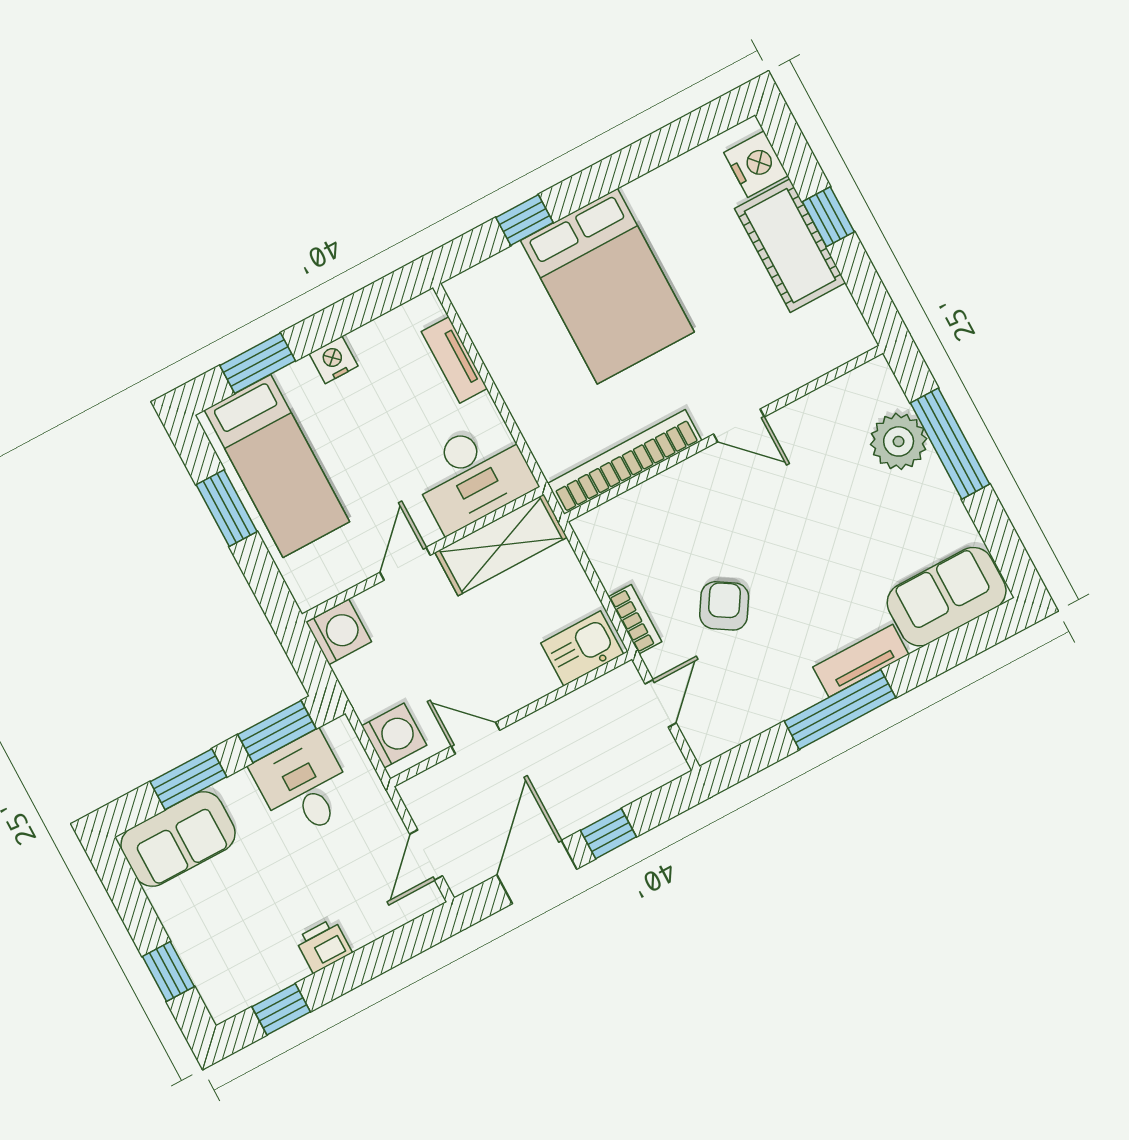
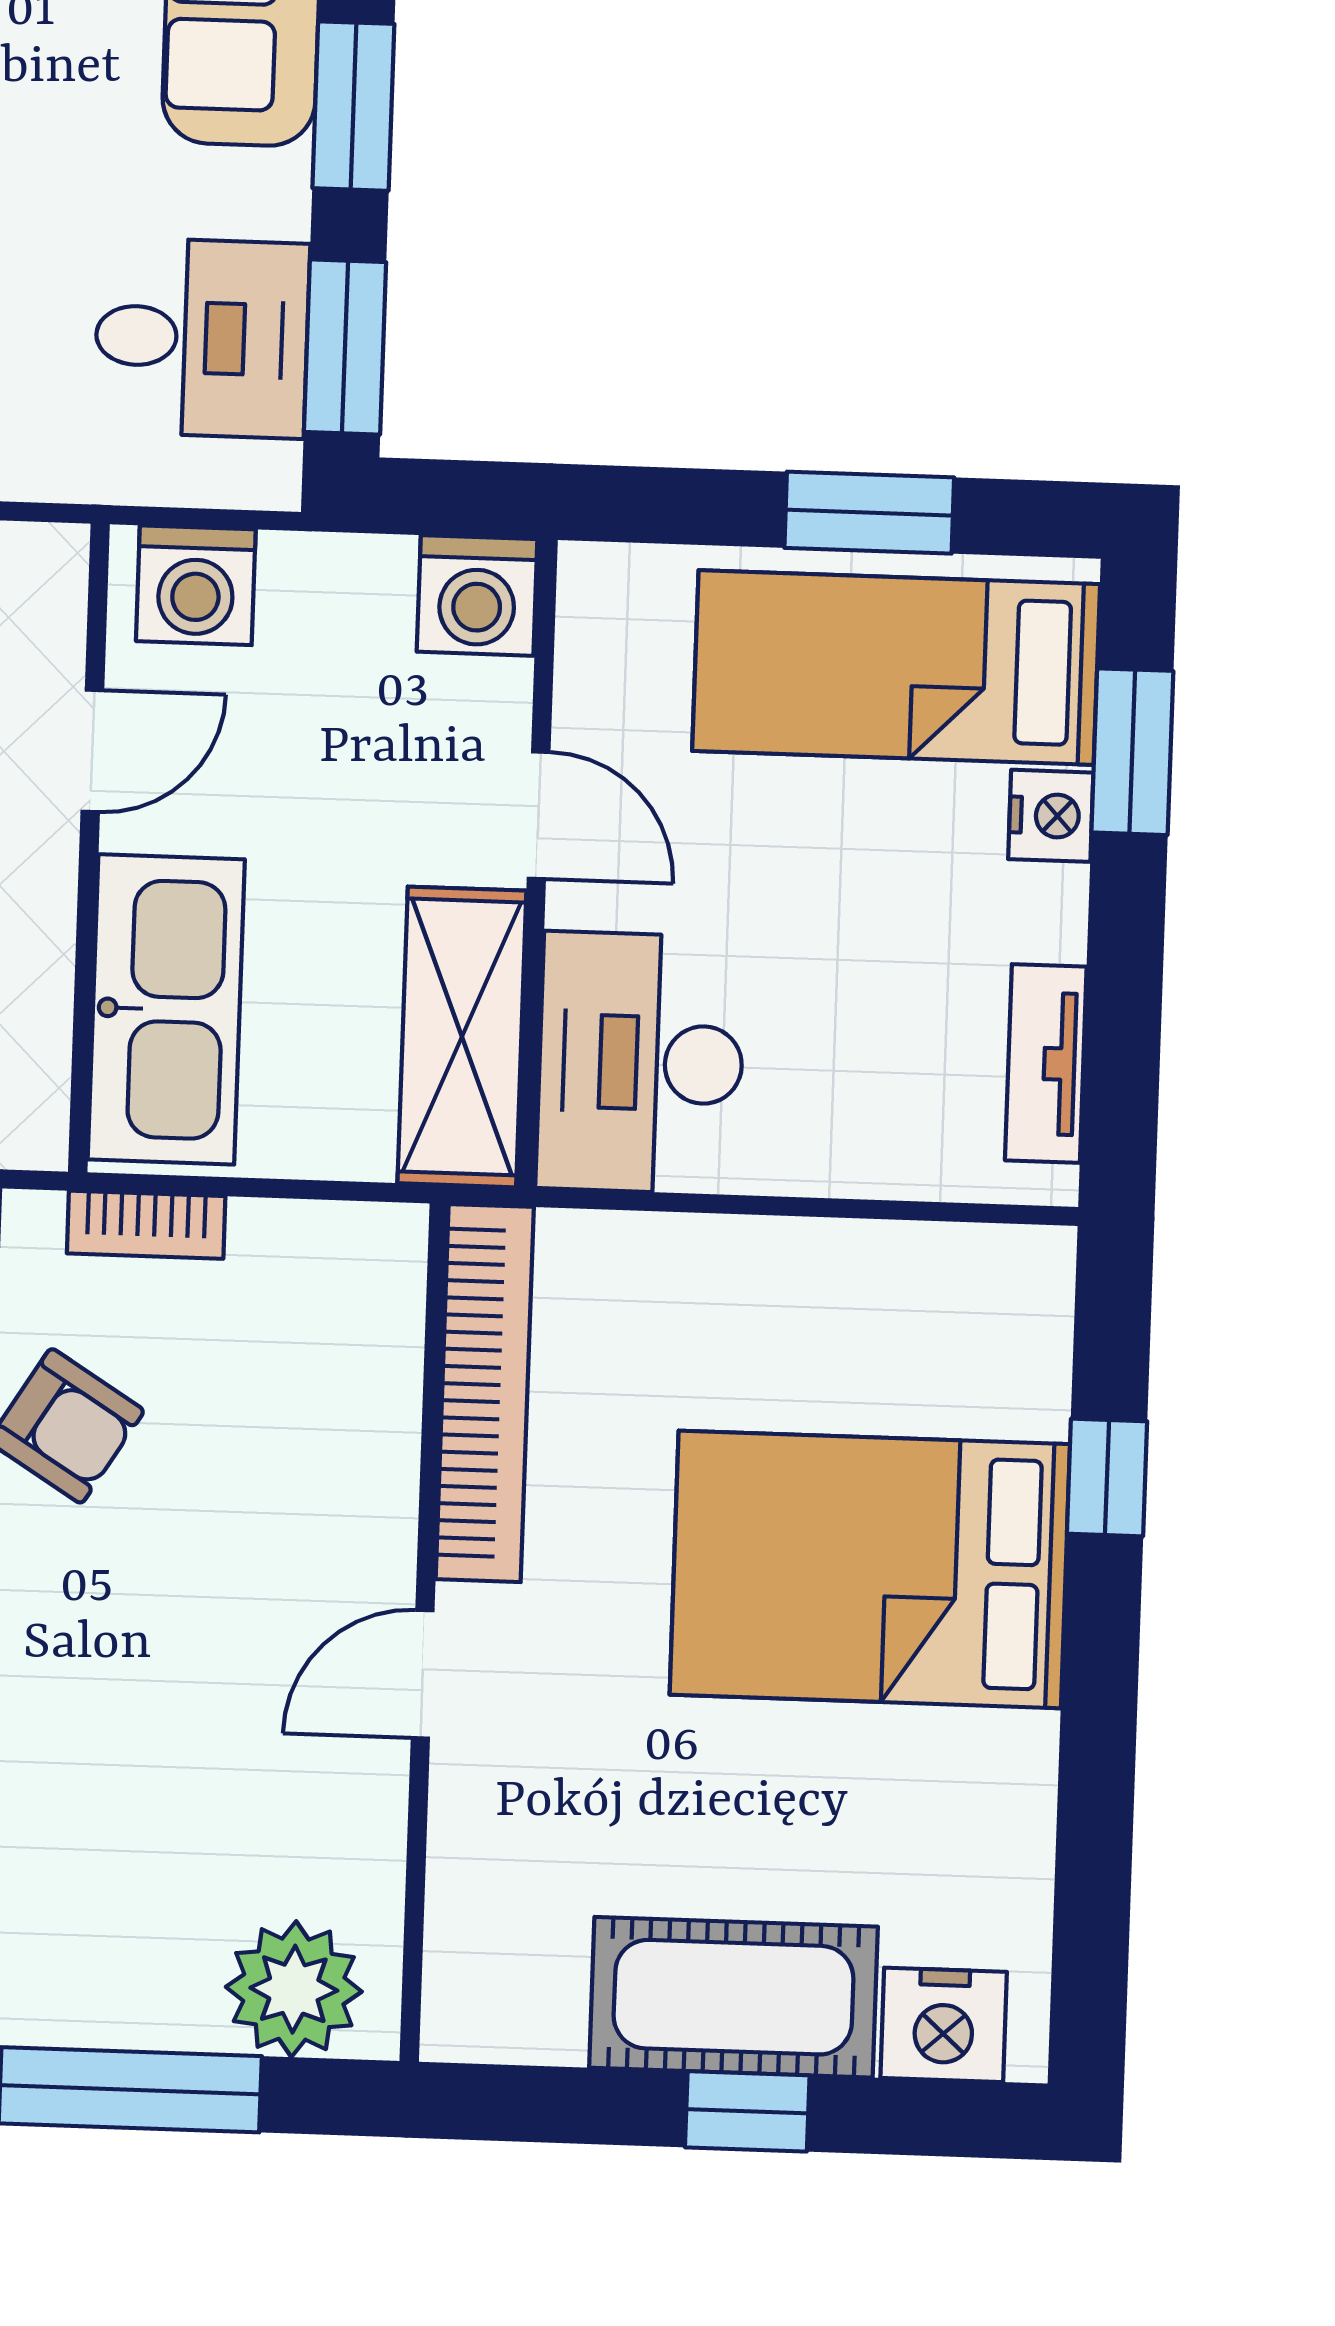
nightstand: (334, 360) -> (1051, 816), moved
tv unit: (454, 360) -> (1046, 1064), moved, turned -90
plant: (899, 441) -> (294, 1989), moved
kitchen sink: (582, 648) -> (166, 1009), width x1.88, depth x1.24

